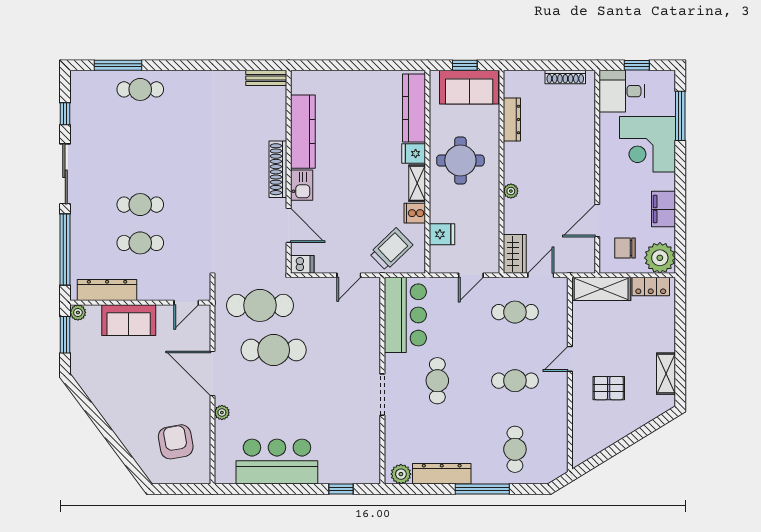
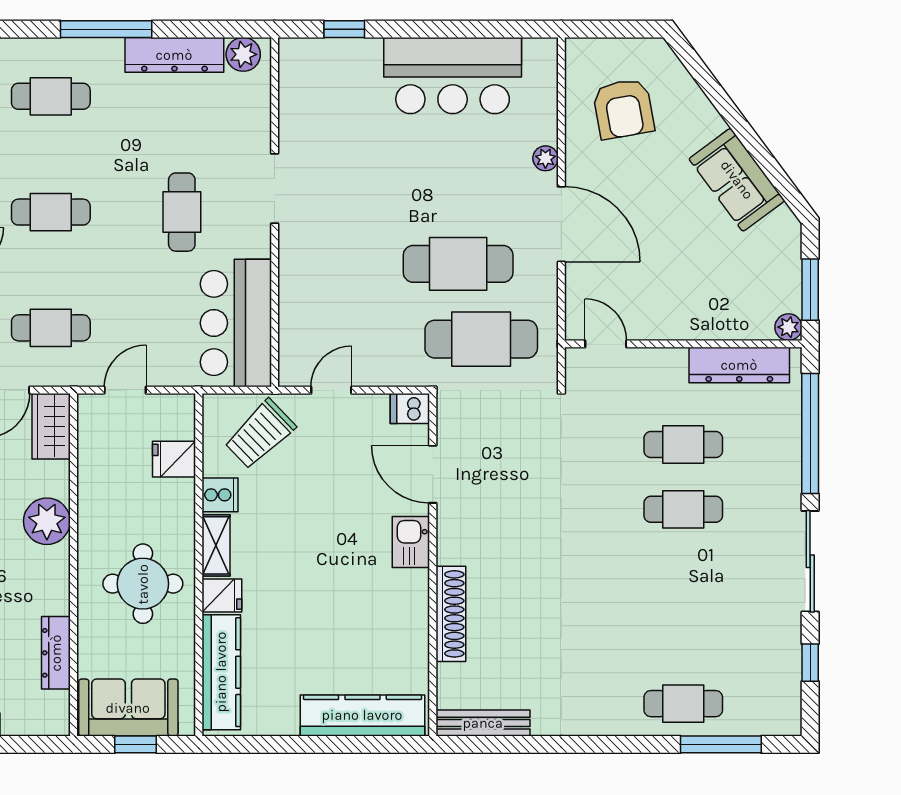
bench: (266, 78) -> (483, 723), width x1.36
kitchen counter: (303, 132) -> (362, 715), moved, turned 90
shoe rack: (278, 169) -> (451, 614), moved
plant: (511, 191) -> (47, 521), width x1.88, depth x1.88
door: (186, 303) -> (606, 344), hinge flipped
sofa: (129, 320) -> (737, 180), moved, turned -127
cafe table: (515, 449) -> (51, 96), turned 90

